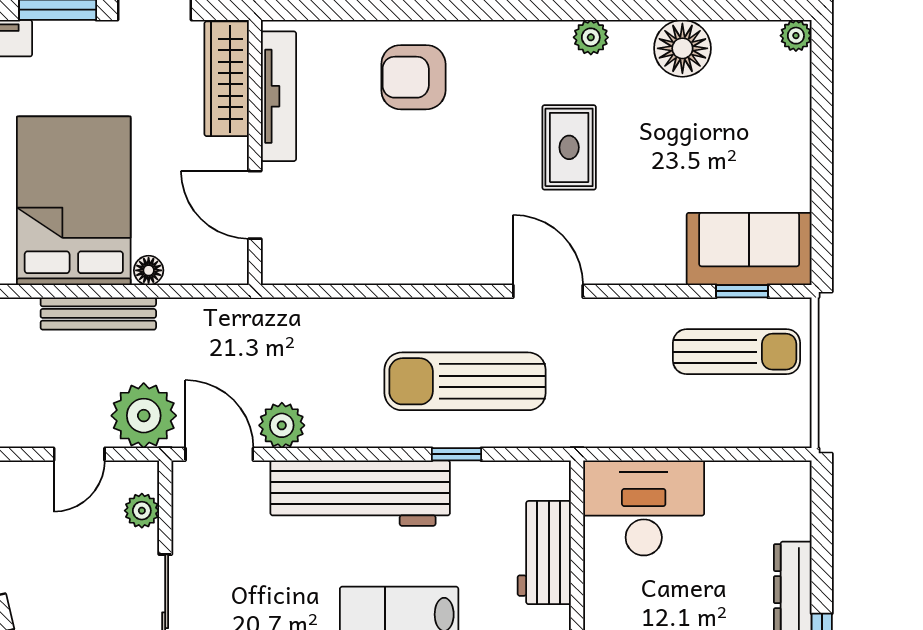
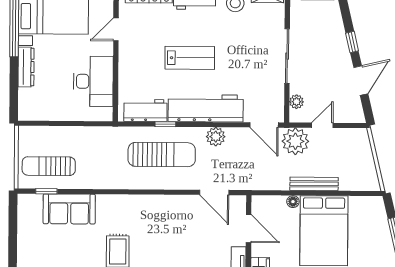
sofa: (749, 249) -> (69, 209), moved
door: (548, 291) -> (214, 192), moved
plant: (282, 425) -> (216, 137), moved
desk: (644, 508) -> (93, 81), moved, turned -90
workbench: (544, 553) -> (145, 110), moved, turned -90

